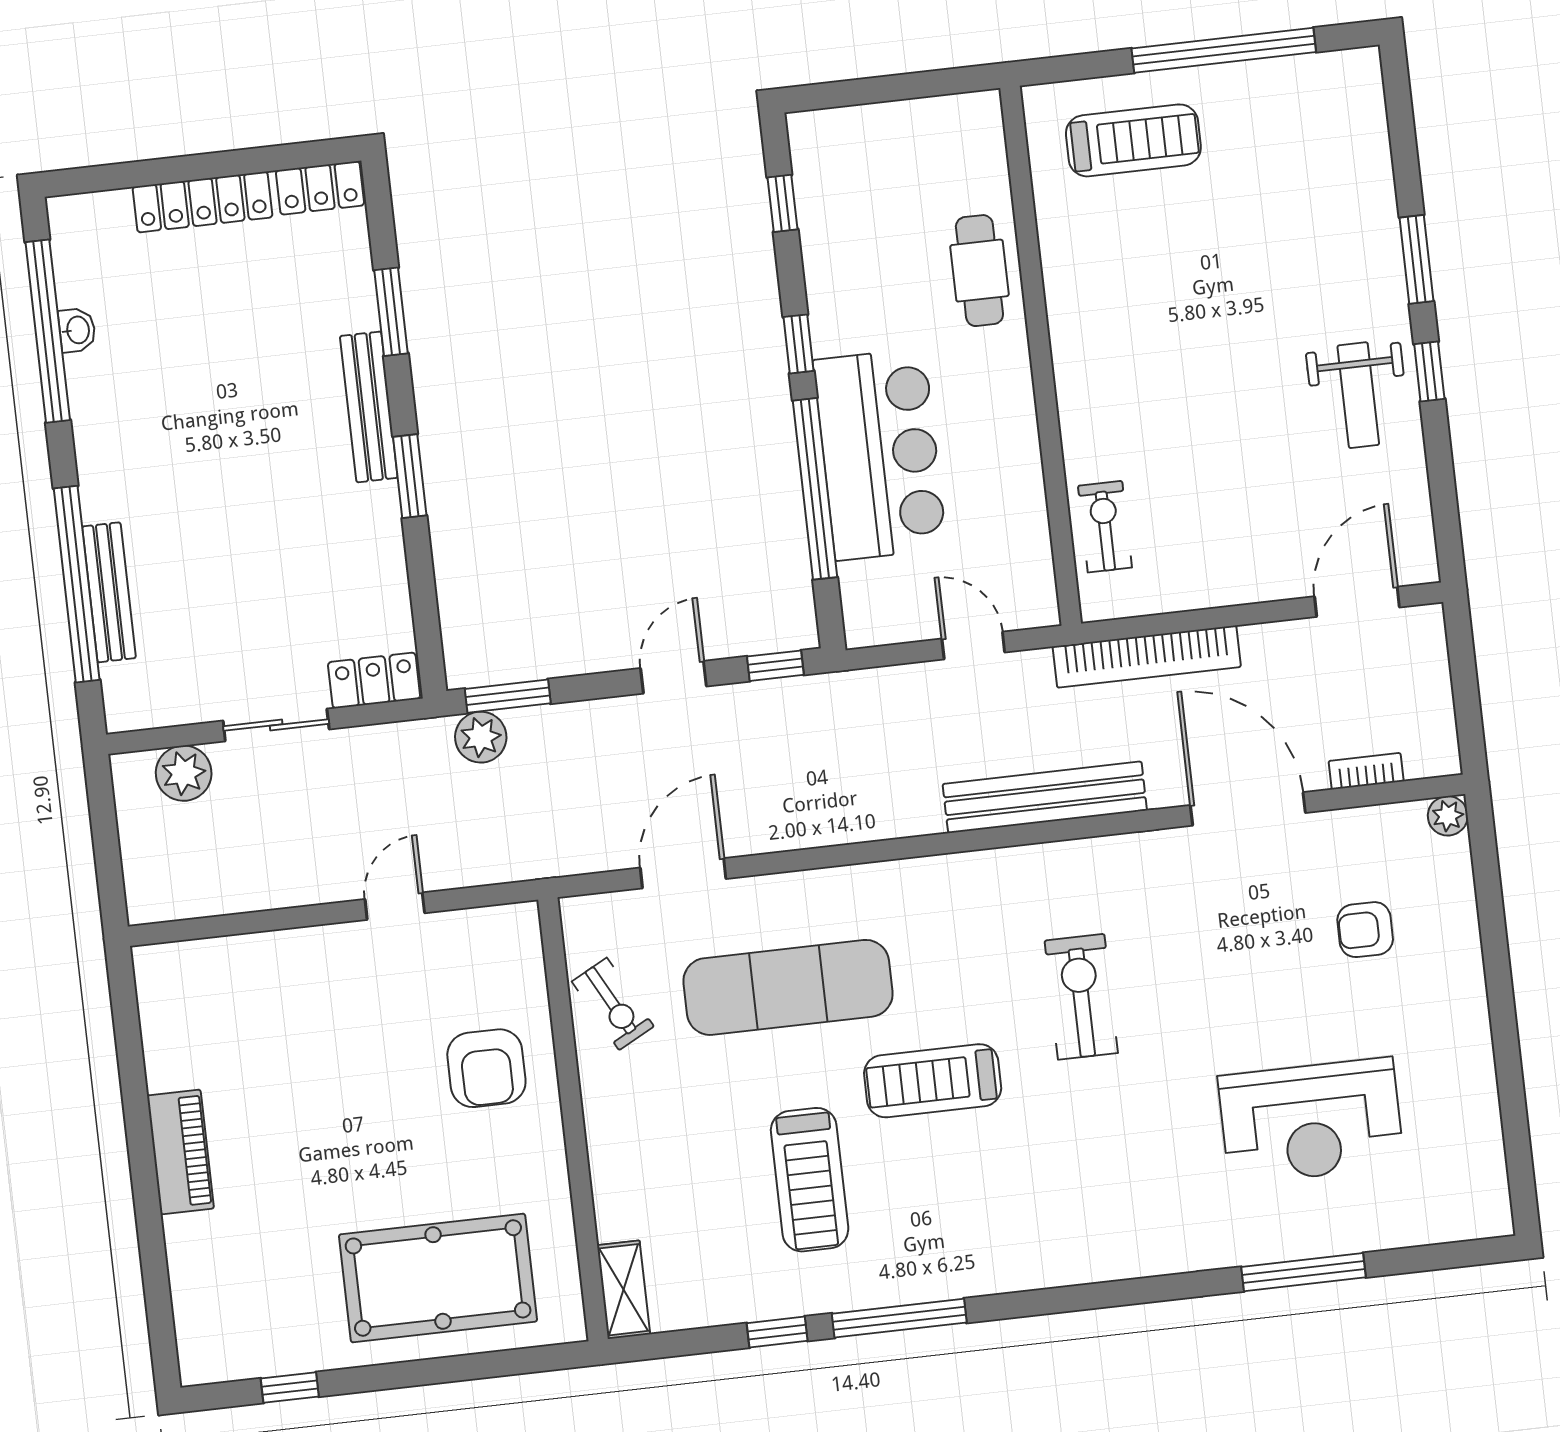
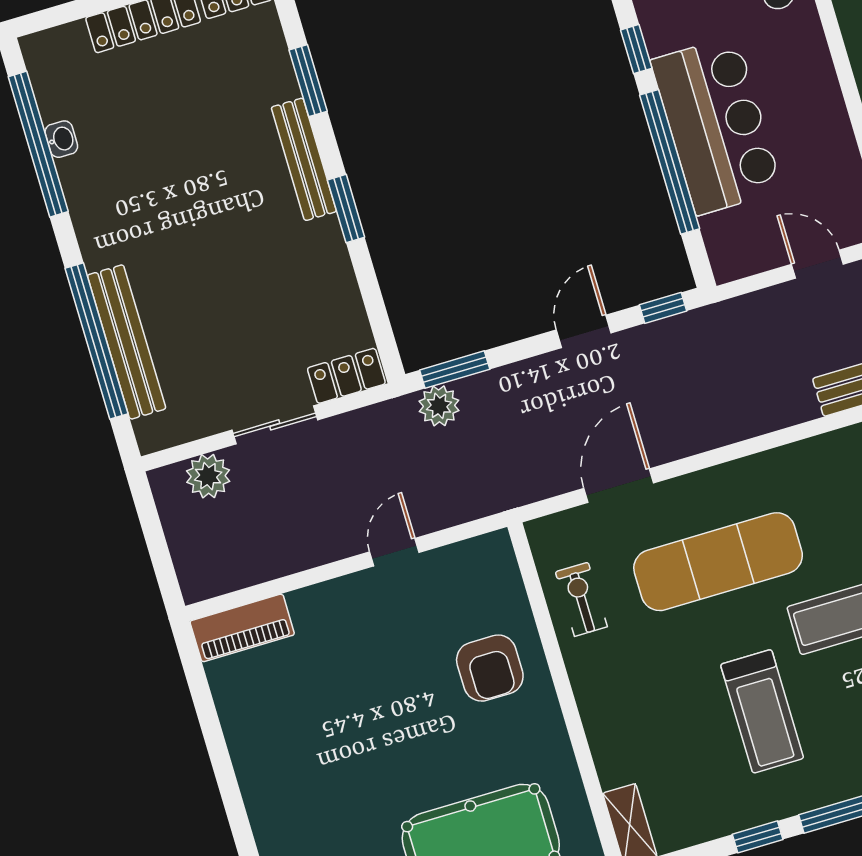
bench: (109, 592) -> (127, 342), width x1.37, depth x1.21
exercise bike: (613, 1004) -> (581, 599), turned -152
piano: (180, 1152) -> (242, 628), moved, turned 90

